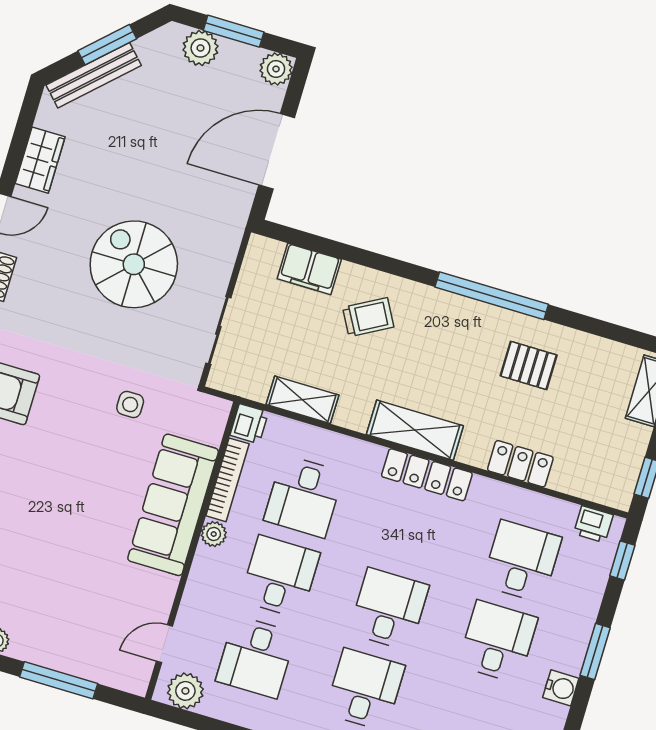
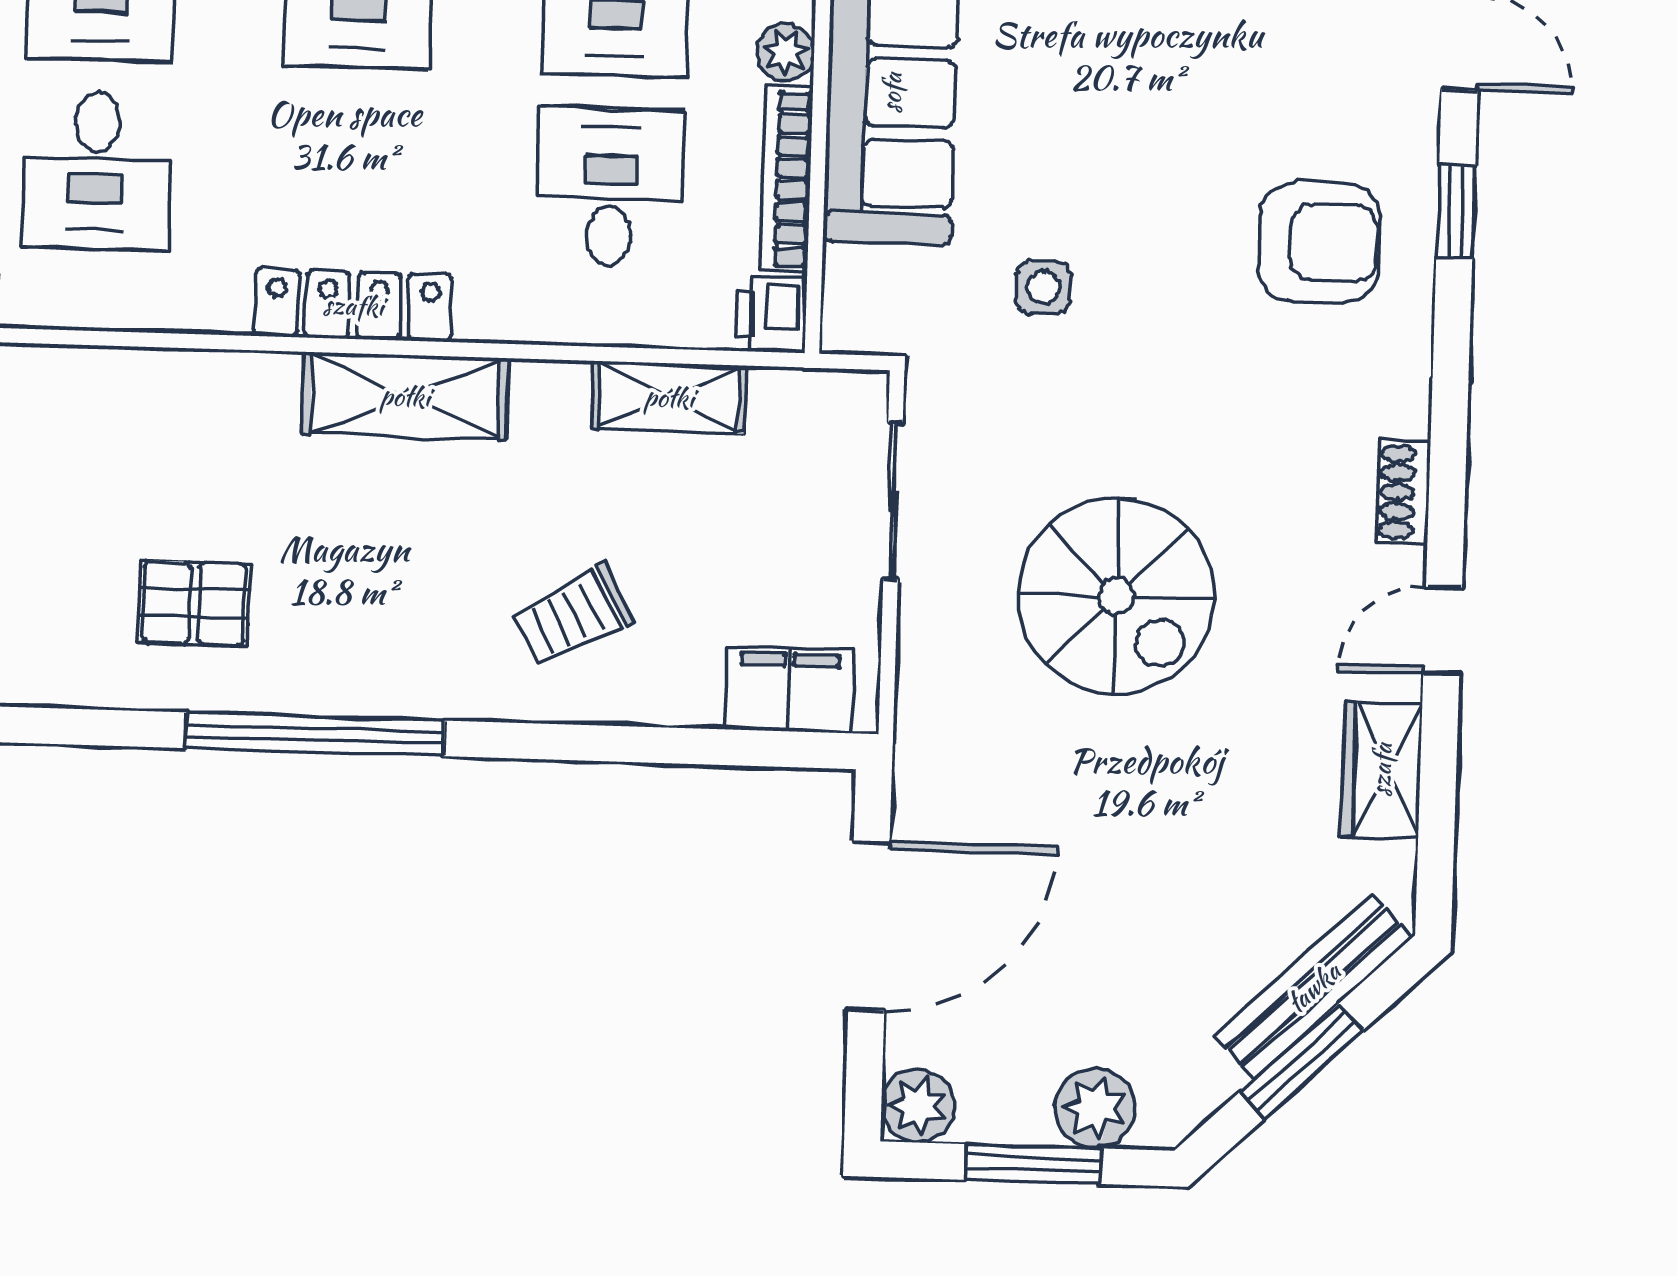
filing cabinet: (309, 269) -> (789, 689), moved
locker: (520, 464) -> (155, 383), removed

